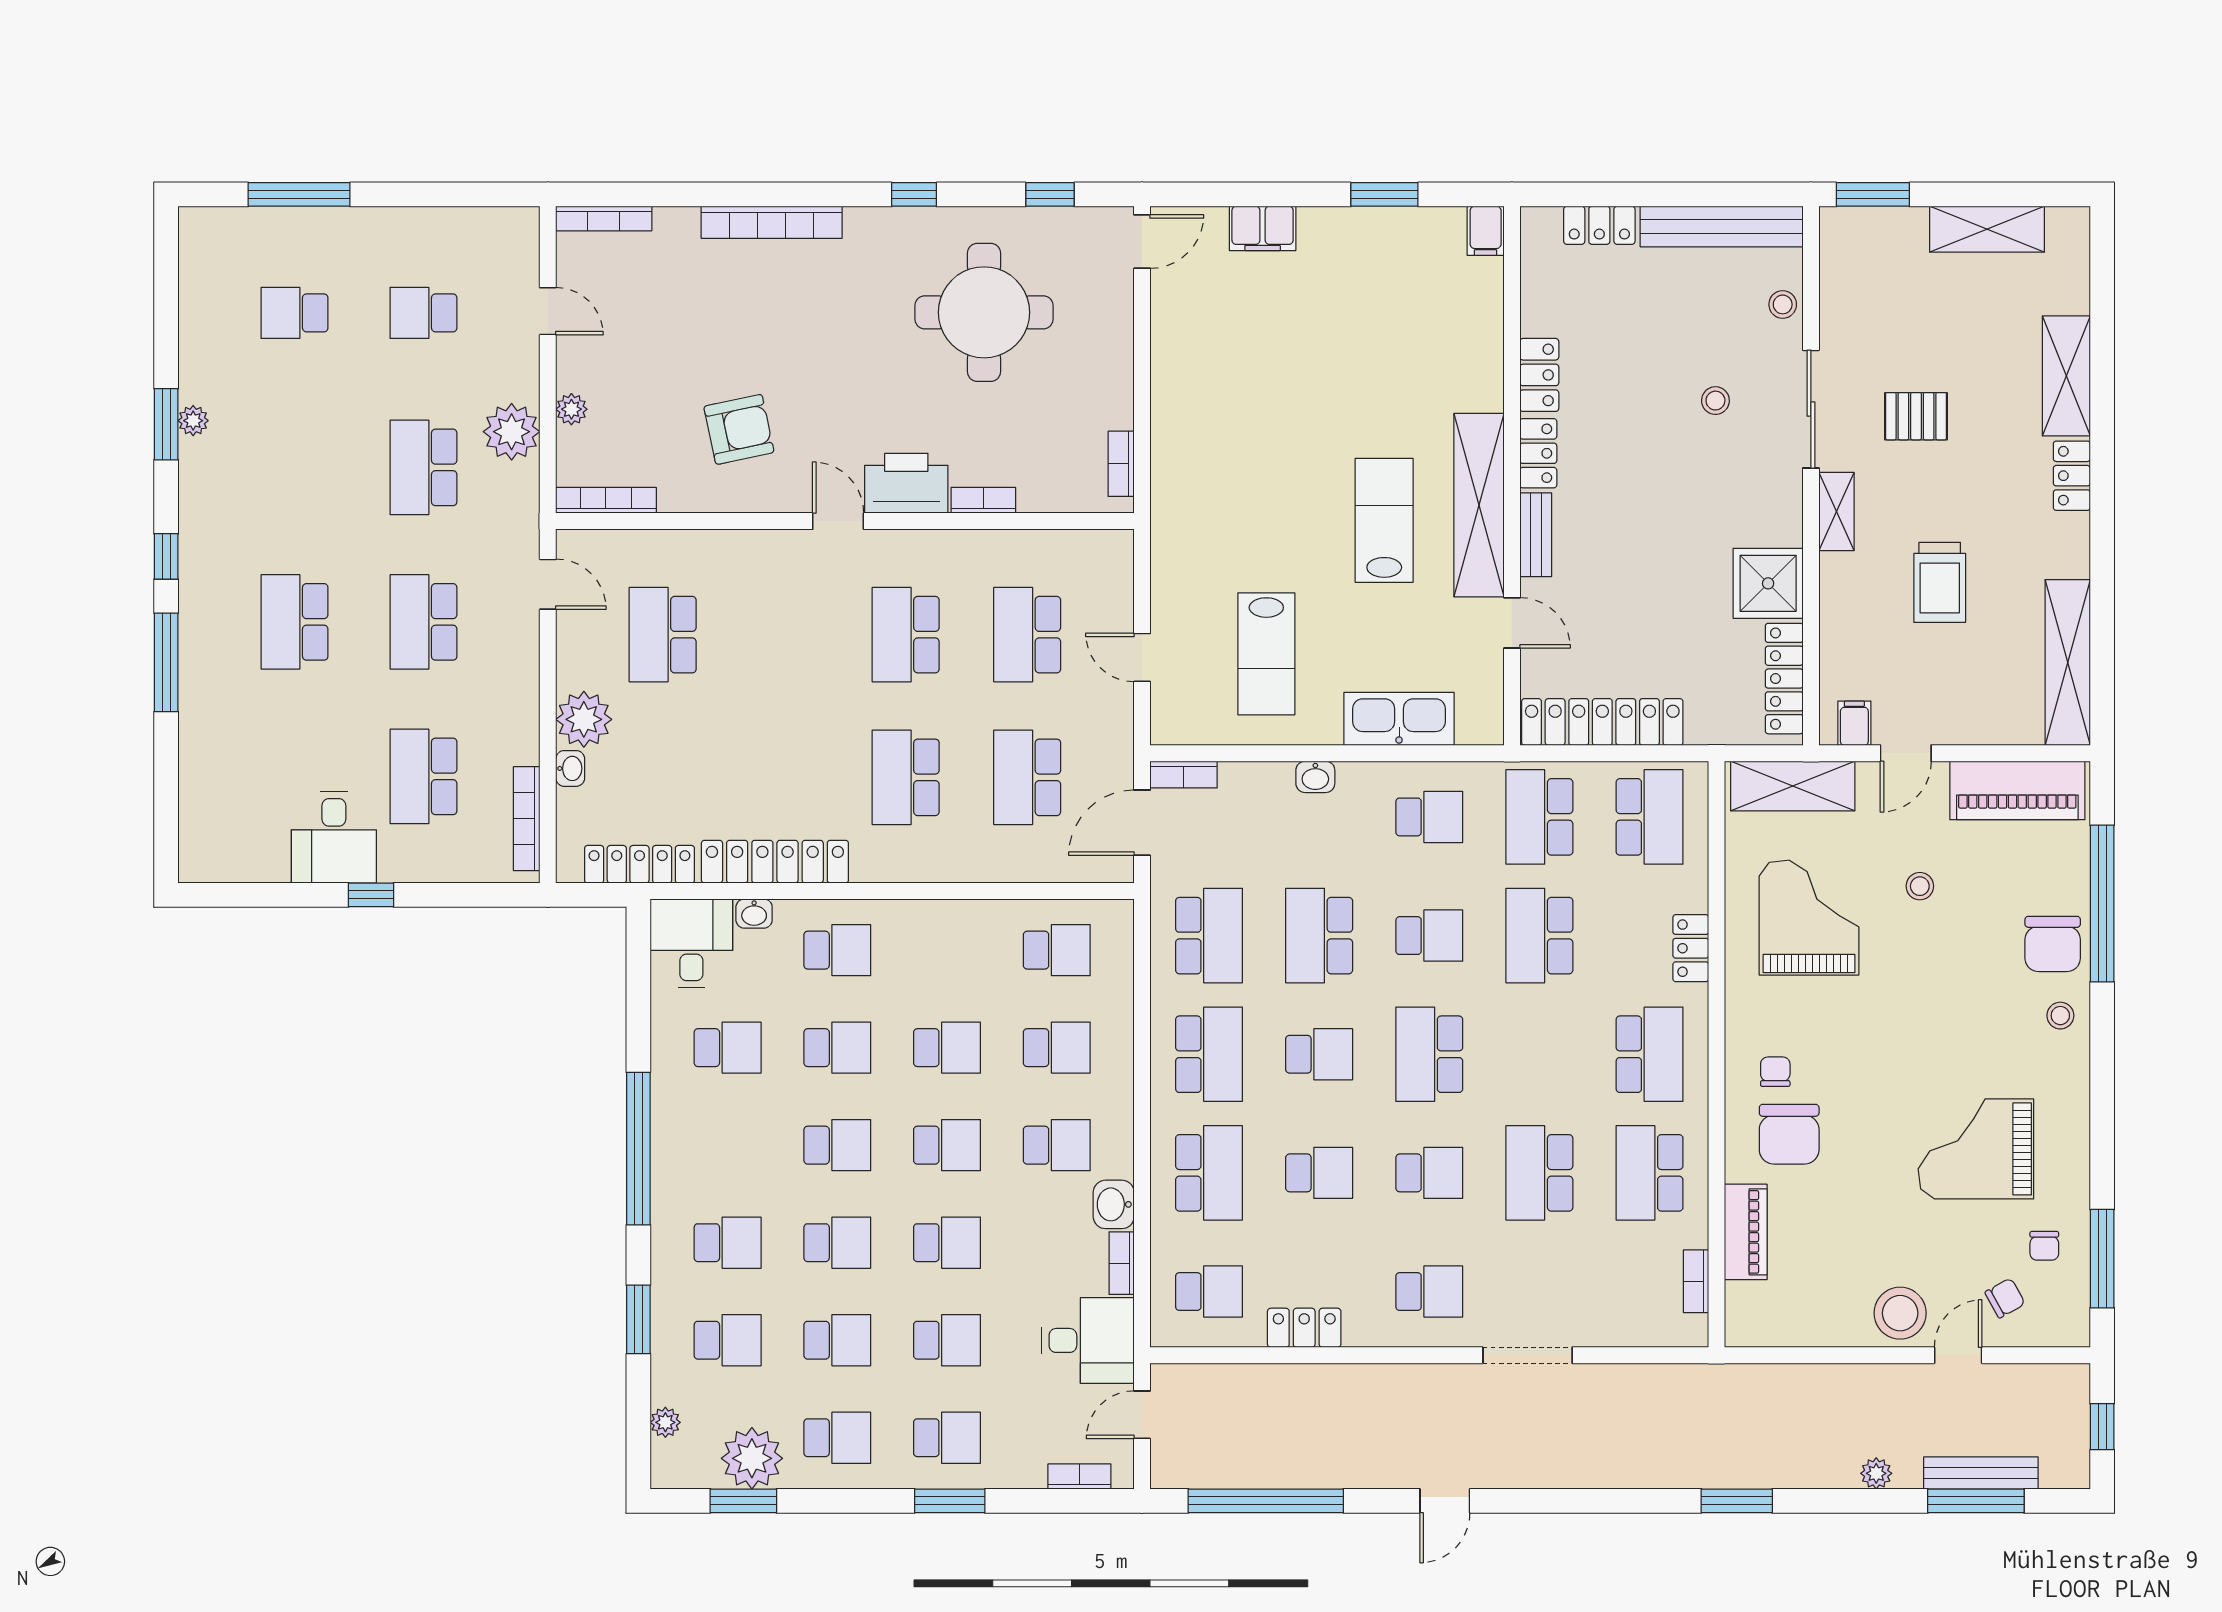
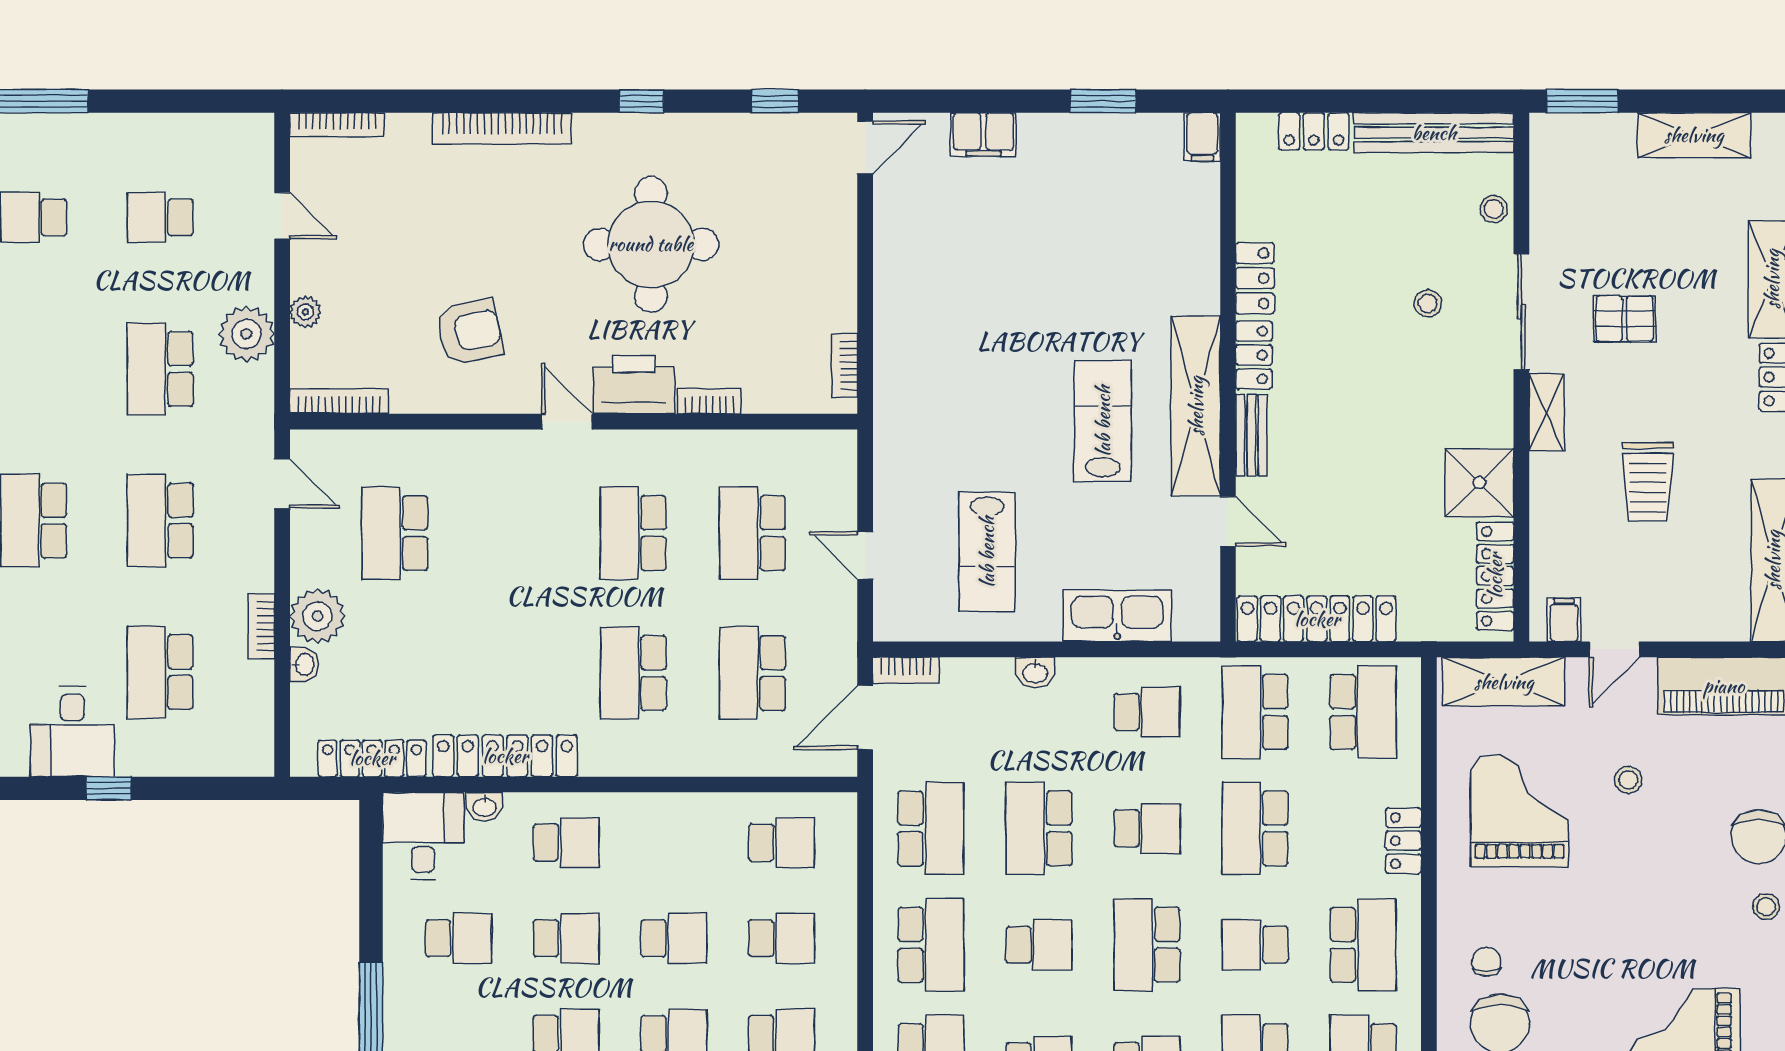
round table: (984, 312) -> (651, 244), moved
bookcase: (527, 819) -> (261, 626), moved, width x0.64
school desk: (1539, 1054) -> (1255, 945), added

